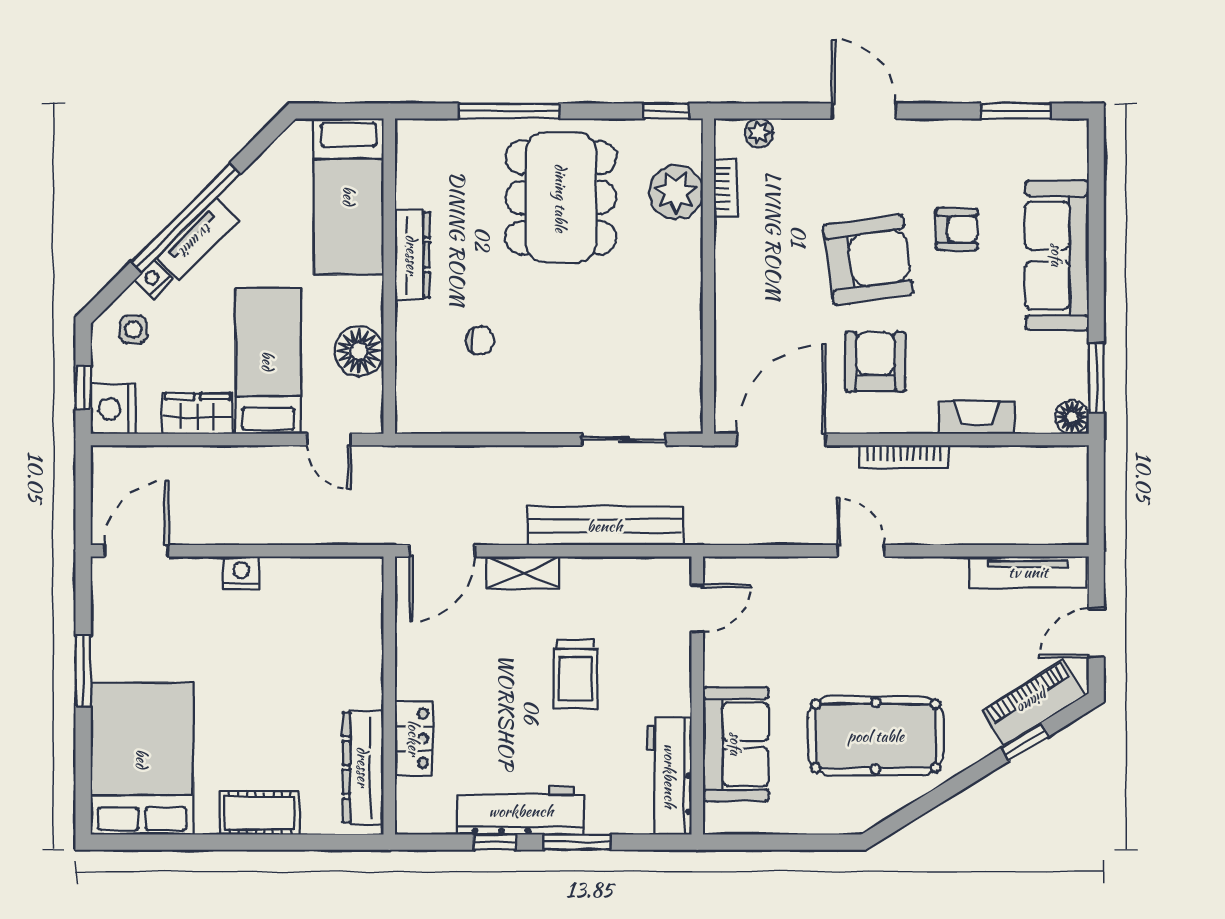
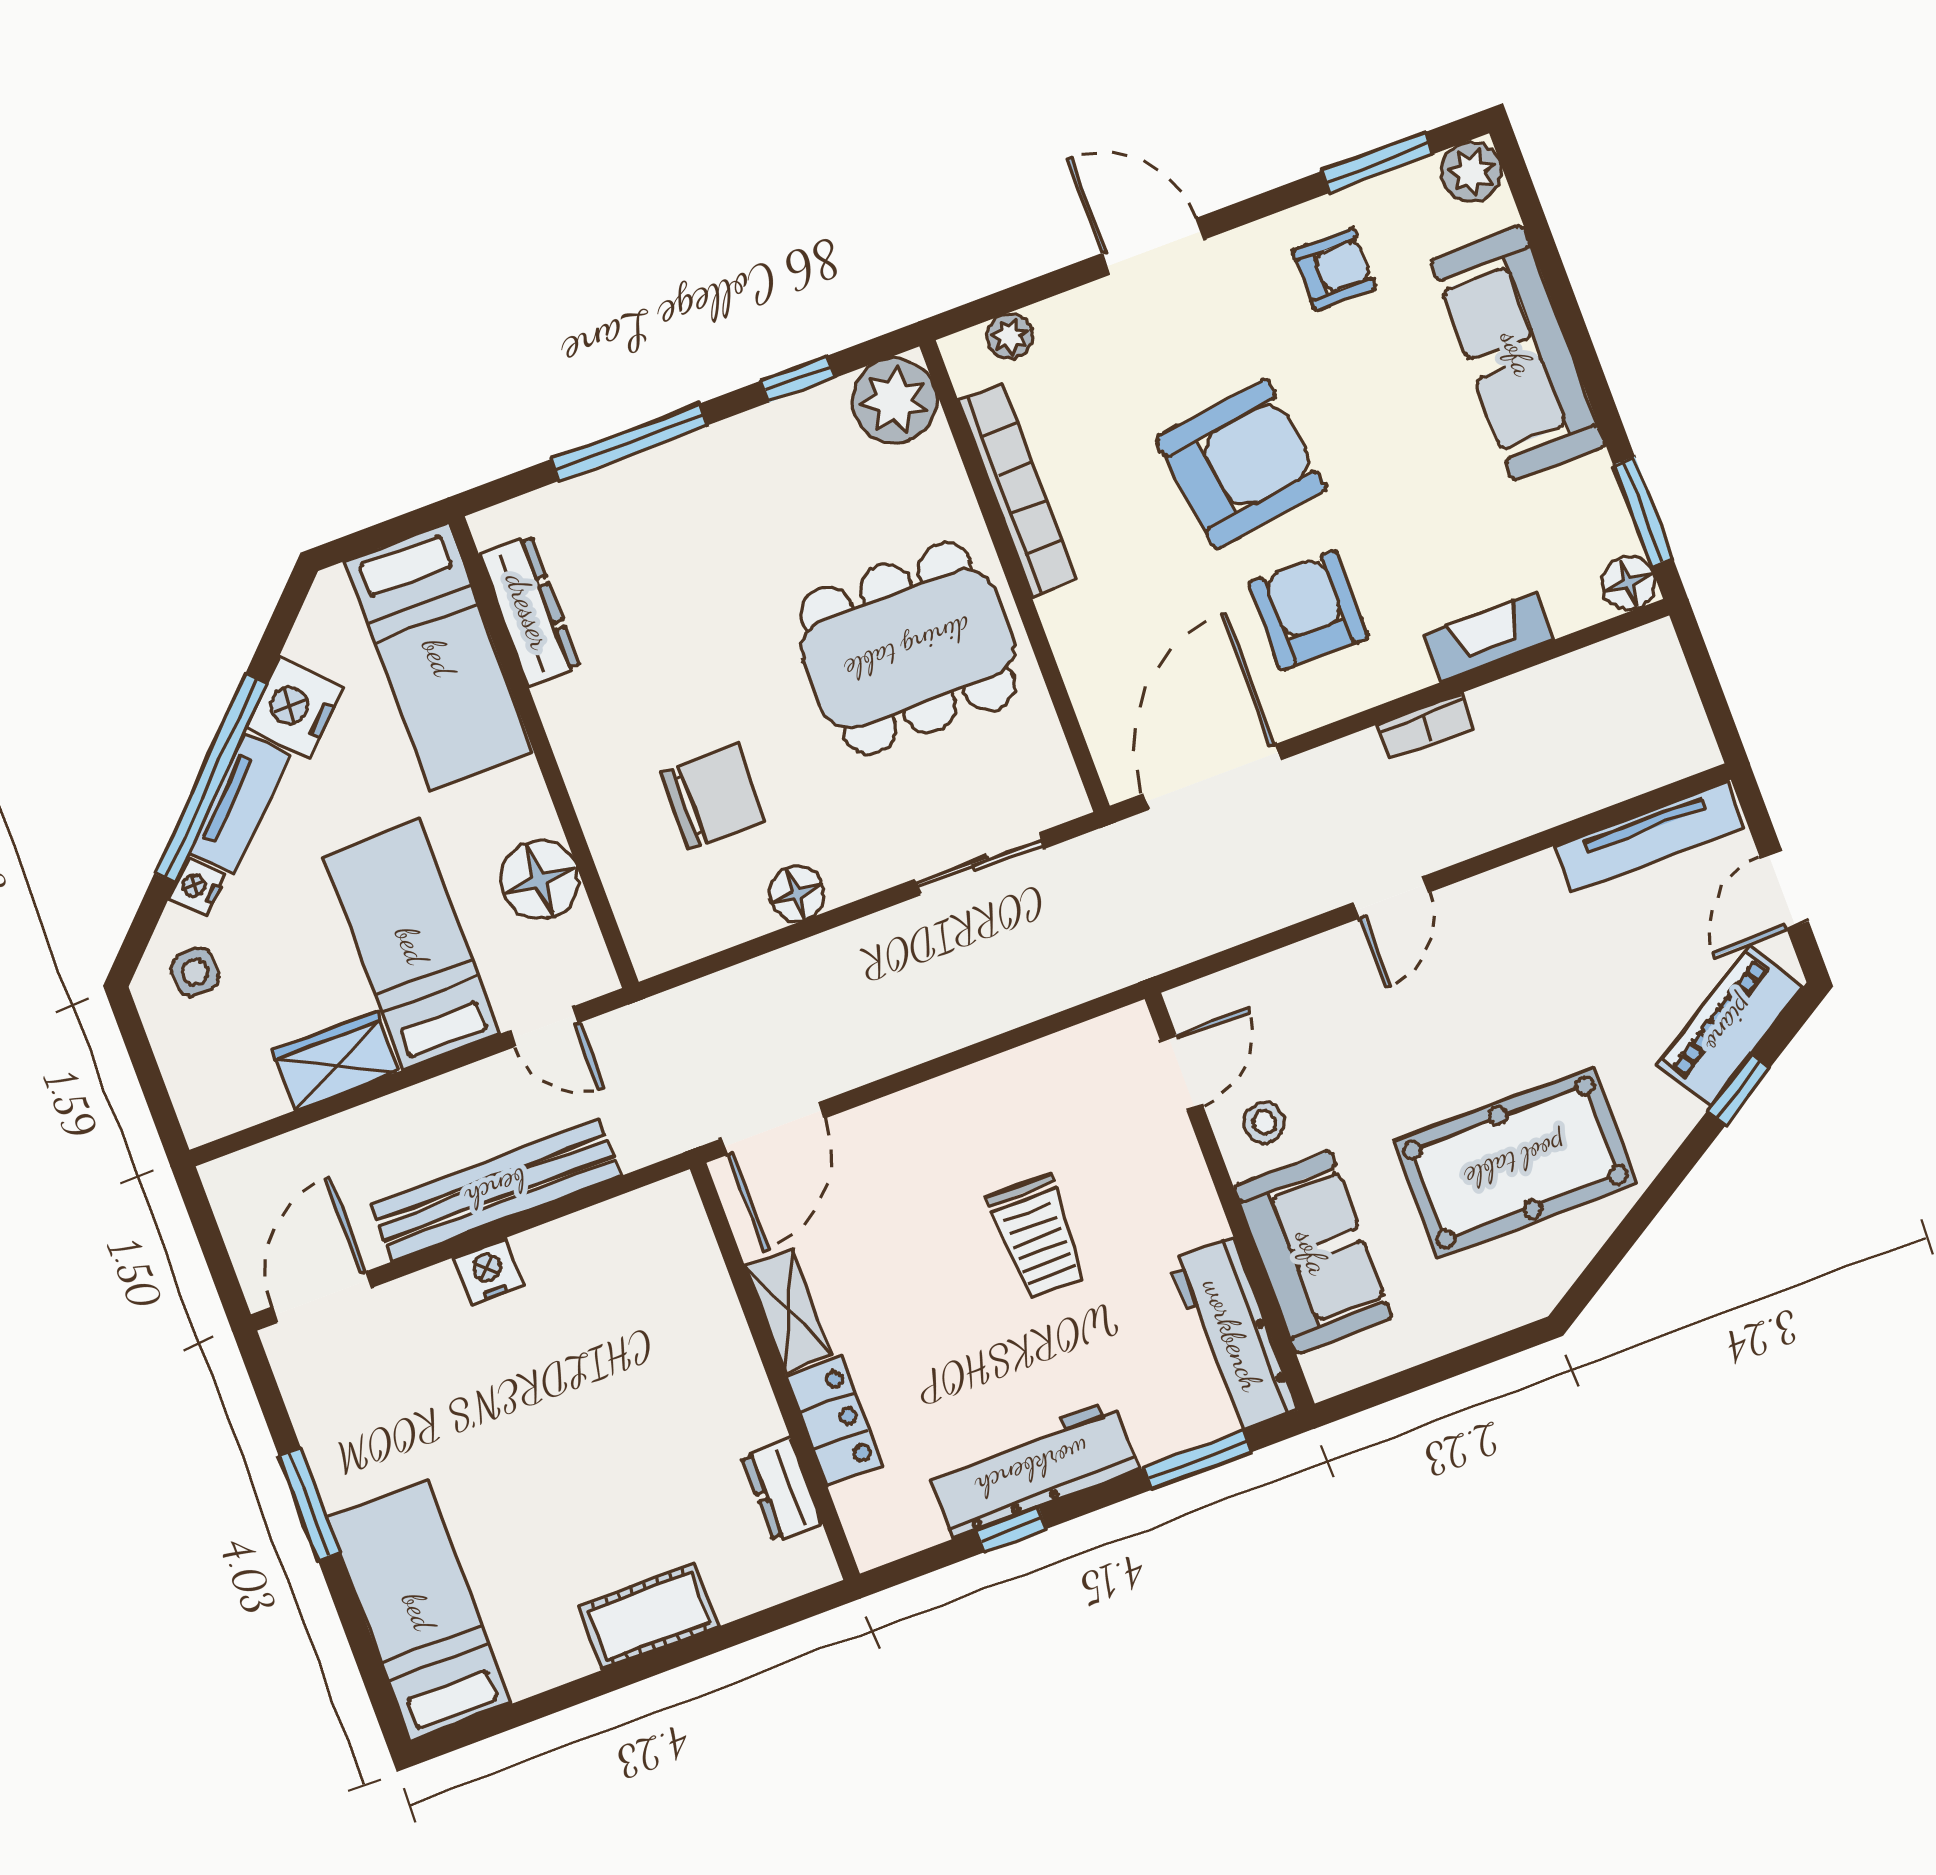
window: (666, 111) -> (798, 379), moved
plant: (1070, 138) -> (1471, 172), added
bookcase: (725, 188) -> (1017, 490), width x2.31, depth x1.31
plant: (676, 192) -> (894, 401), moved
dining table: (561, 198) -> (908, 649), moved, turned 90
armchair: (957, 229) -> (1334, 269), moved
dresser: (412, 255) -> (529, 611), moved
chair: (480, 340) -> (713, 797), width x1.87, depth x1.87
window: (83, 388) -> (153, 1086), removed
nightstand: (113, 409) -> (294, 708), moved, turned 45
floor lamp: (508, 417) -> (797, 894), added
bookcase: (904, 456) -> (1426, 726), width x0.64
bench: (605, 526) -> (496, 1190), moved
door: (861, 551) -> (1391, 897), swing flipped
shelving: (523, 573) -> (789, 1310), moved, turned 90
stool: (735, 656) -> (1264, 1123), added
bed: (142, 759) -> (419, 1611), width x0.67
dresser: (363, 767) -> (782, 1490), width x0.51, depth x0.80
window: (577, 842) -> (1198, 1460), moved

